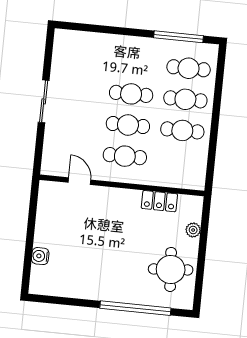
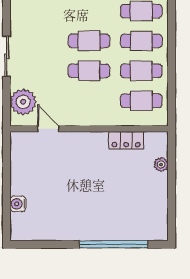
plant: (56, 150) -> (23, 102), added
cafe table: (125, 156) -> (141, 101), moved
round table: (171, 269) -> (143, 204), removed

